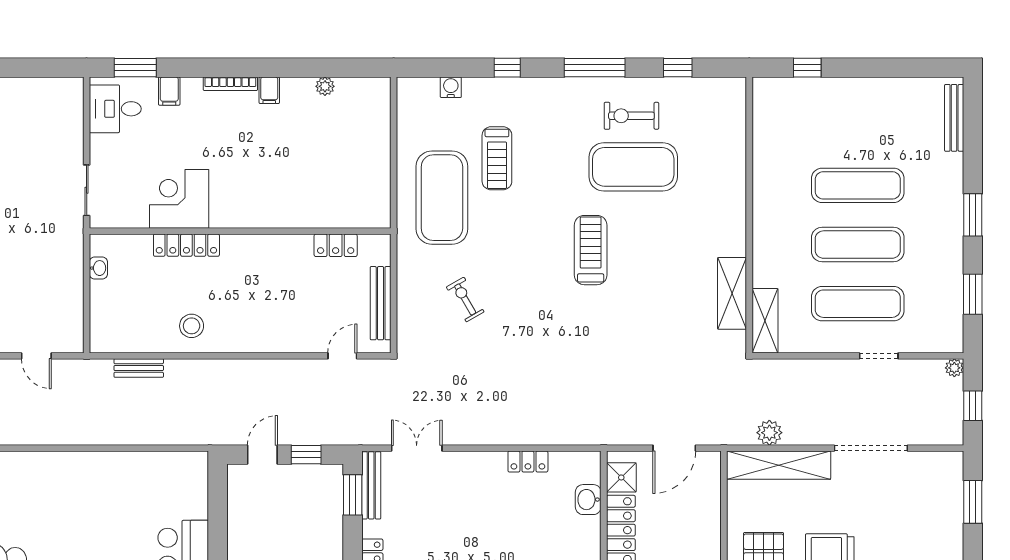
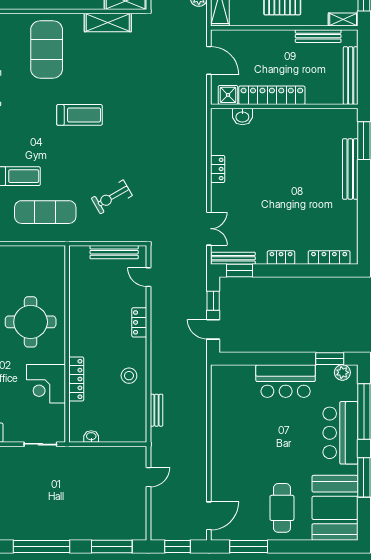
exercise mat: (633, 167) -> (47, 49), moved
round table: (274, 175) -> (31, 322), added
exercise mat: (442, 198) -> (45, 212), width x0.68
locker: (336, 245) -> (139, 322), moved, turned 180
treadmill: (591, 250) -> (79, 115), turned 180
exercise bike: (465, 299) -> (112, 197), width x1.38, depth x1.39
double door: (417, 448) -> (209, 229), swing flipped
locker: (528, 462) -> (218, 169), moved

